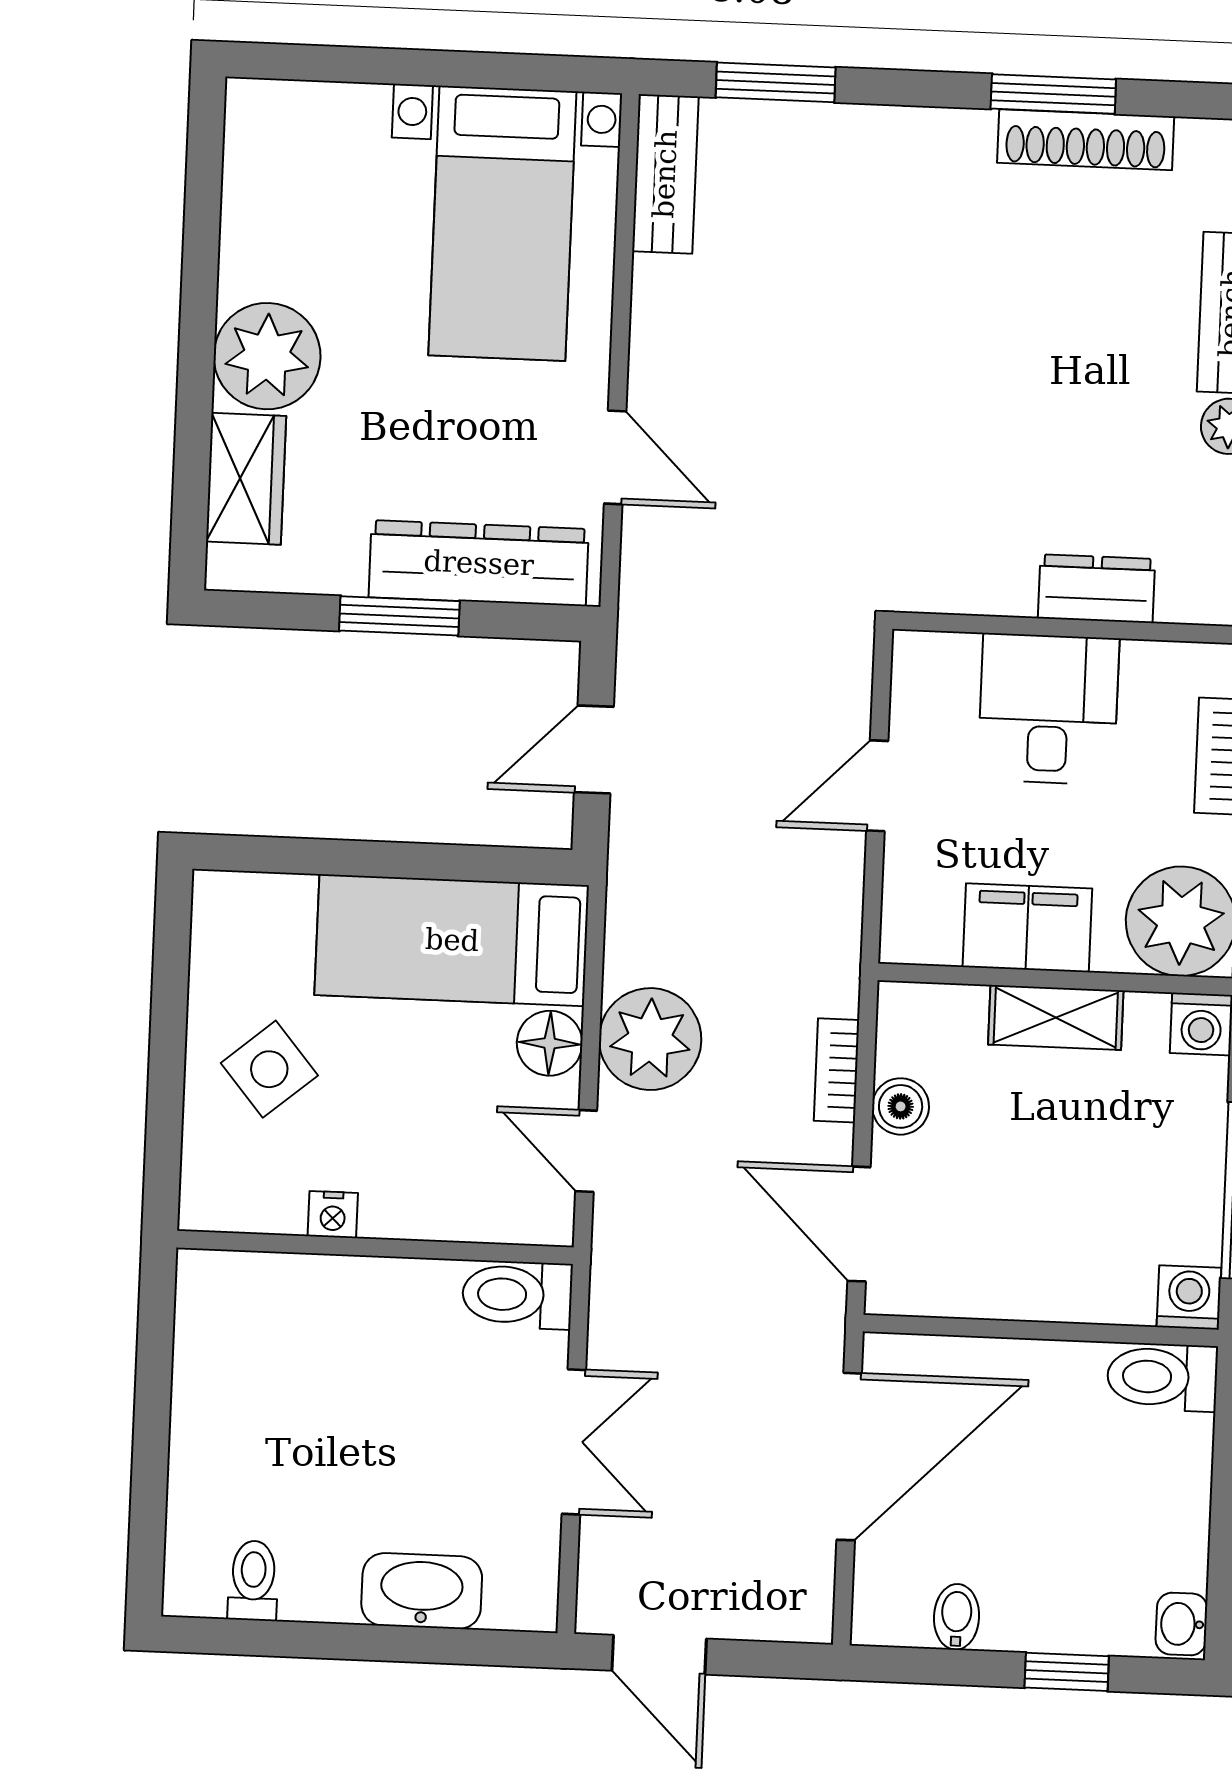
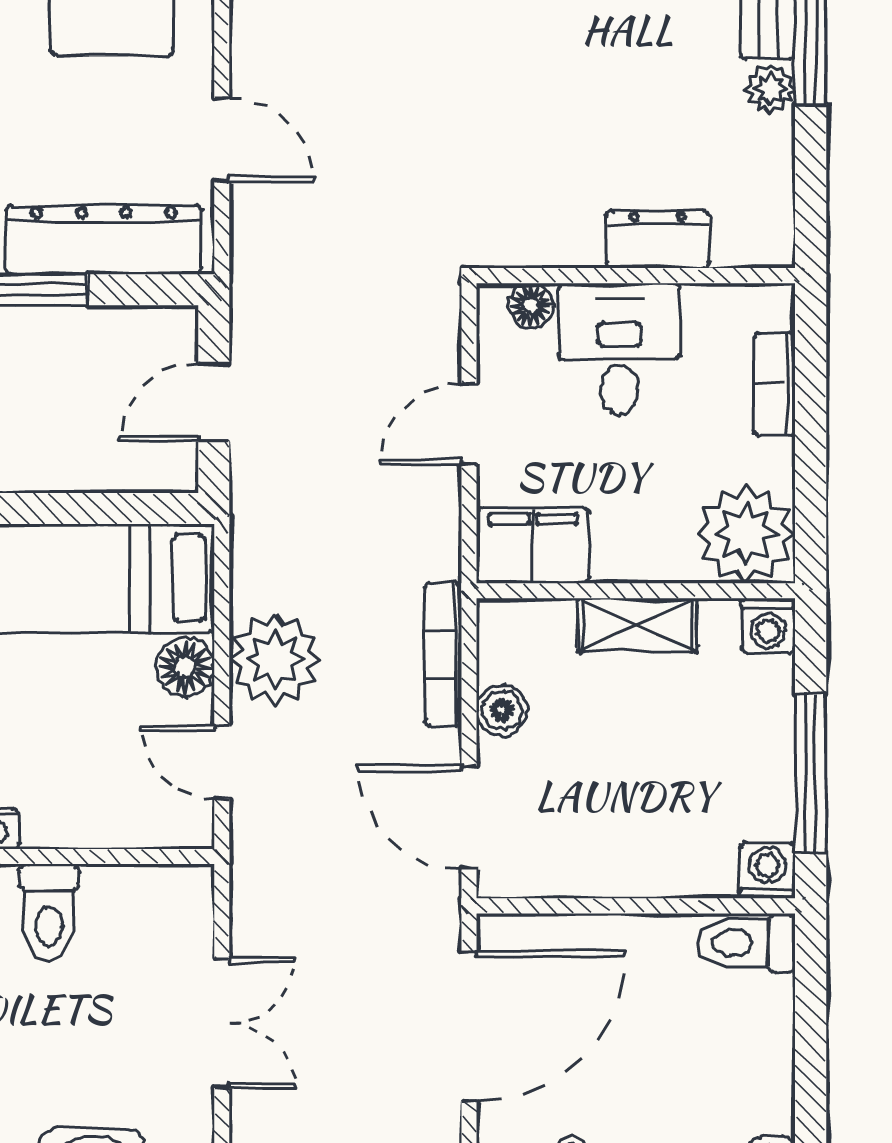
floor lamp: (952, 656) -> (531, 305), added
filing cabinet: (1027, 928) -> (533, 546), moved
bookcase: (837, 1070) -> (443, 655), width x1.56
toilet: (517, 1295) -> (49, 913), moved, turned -90

